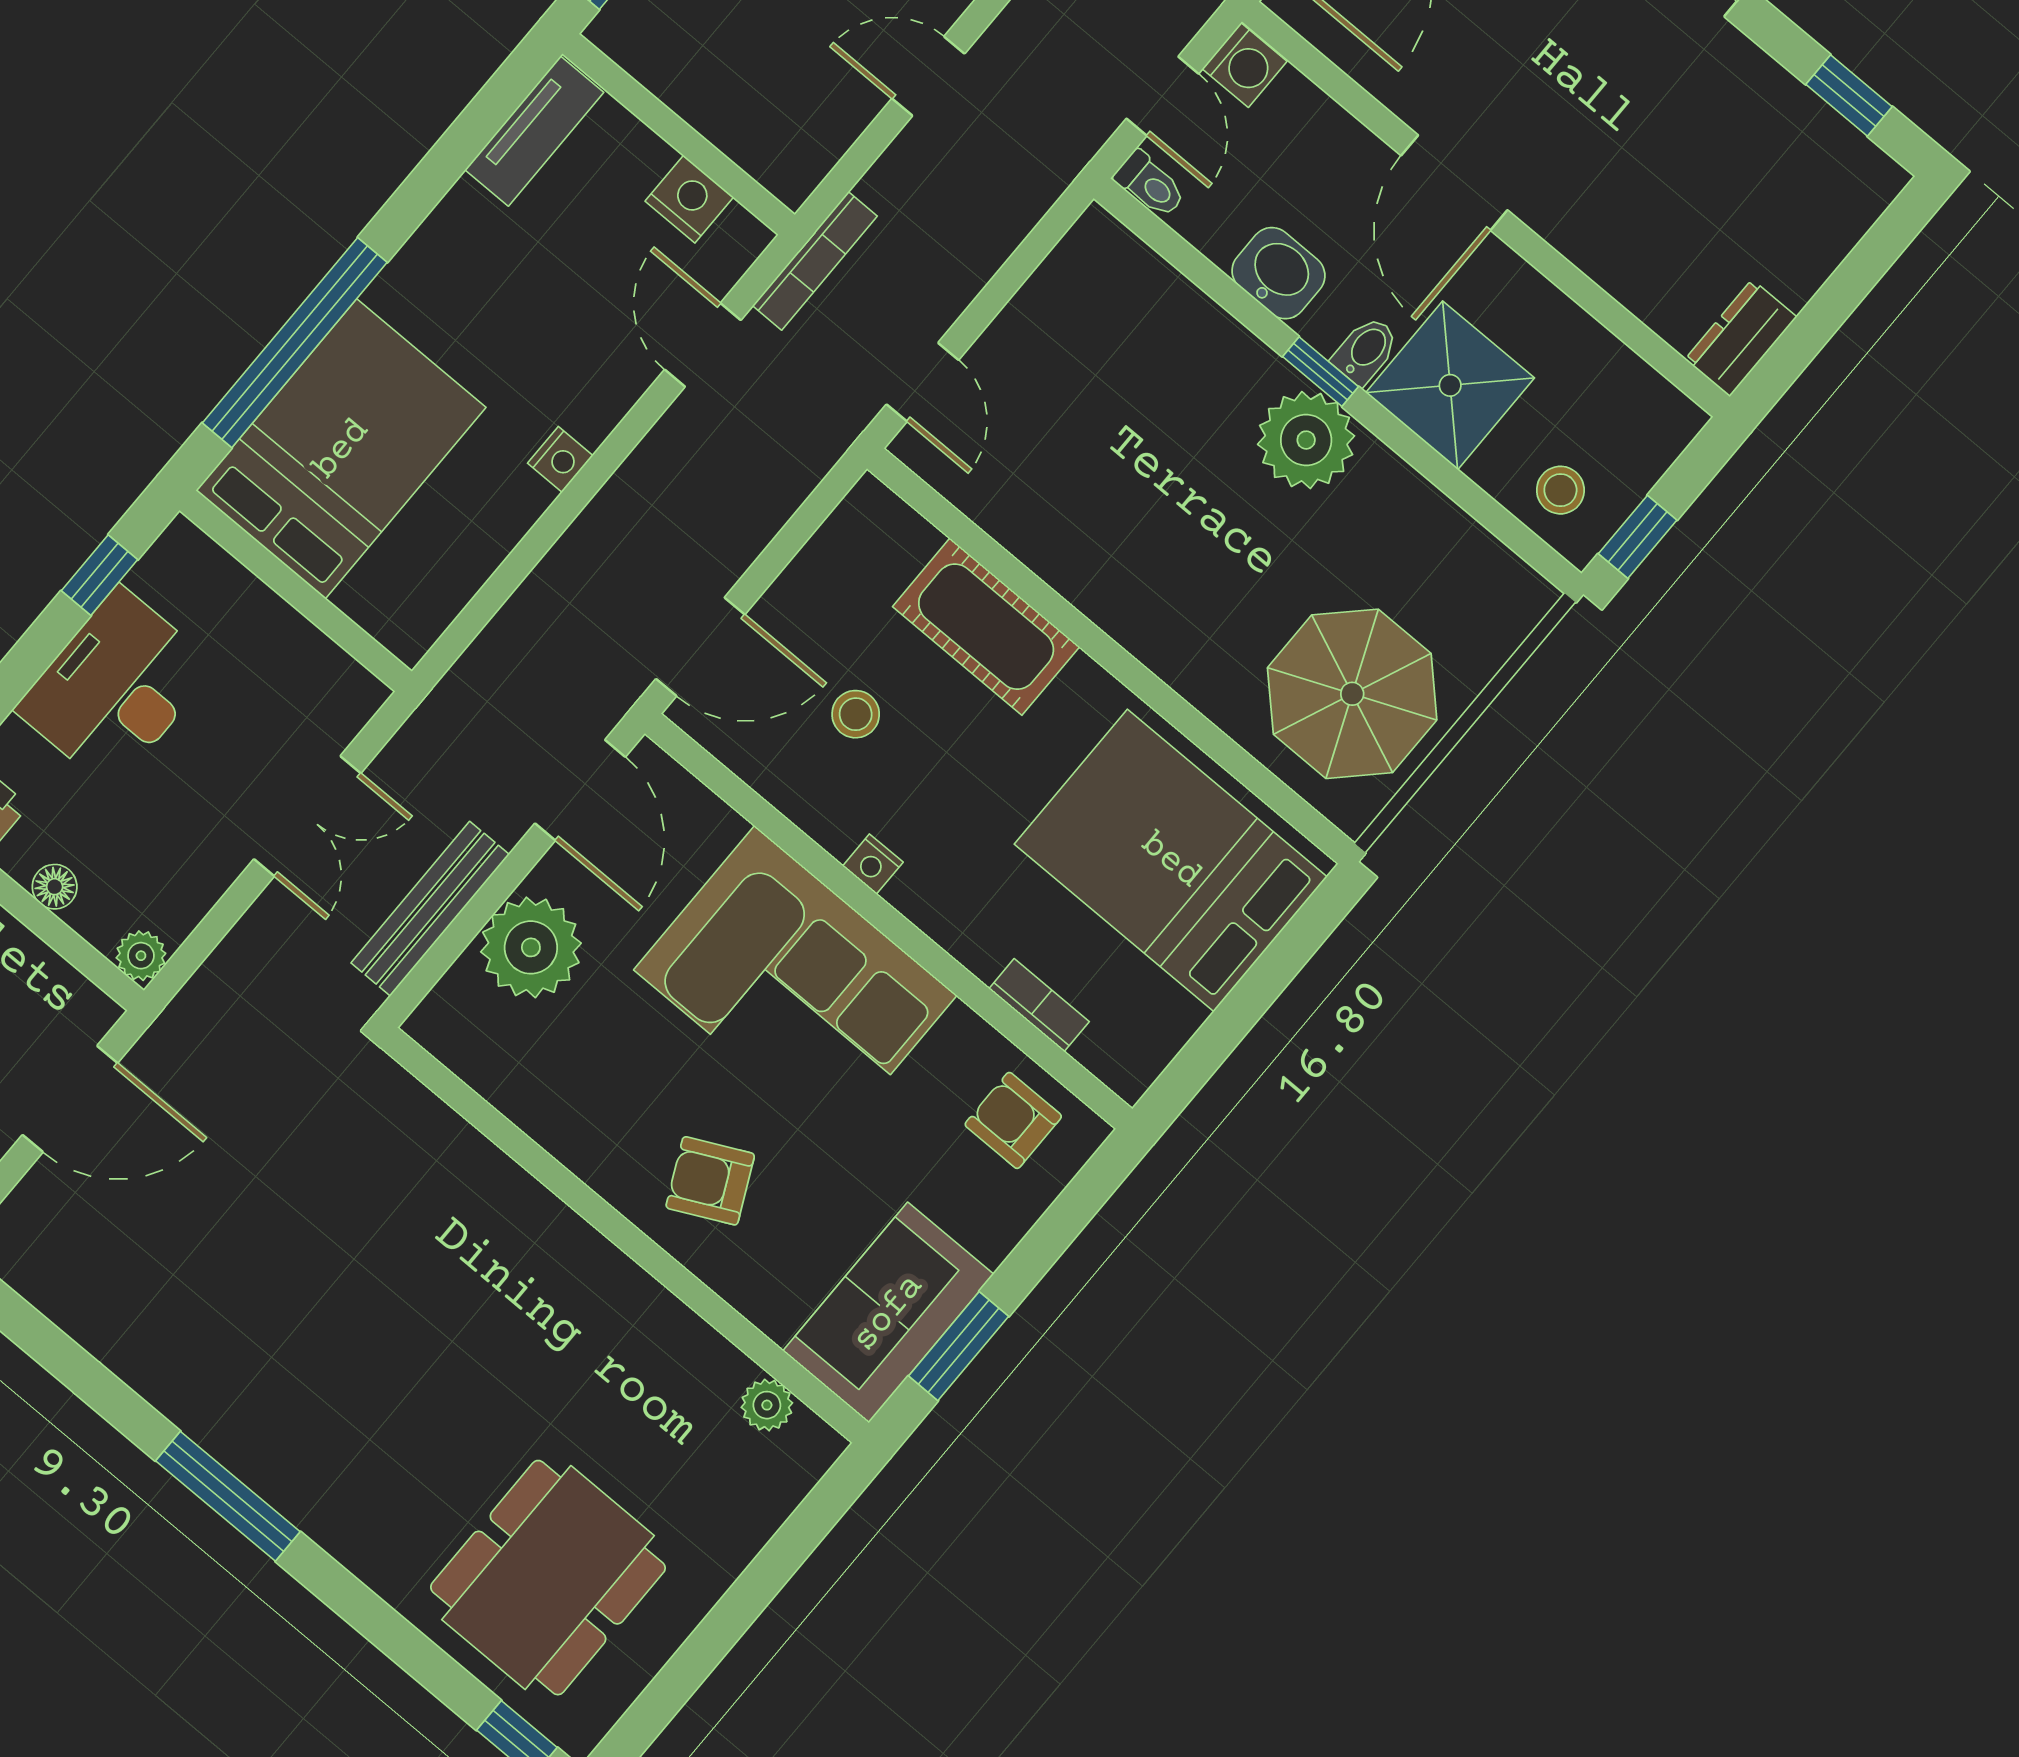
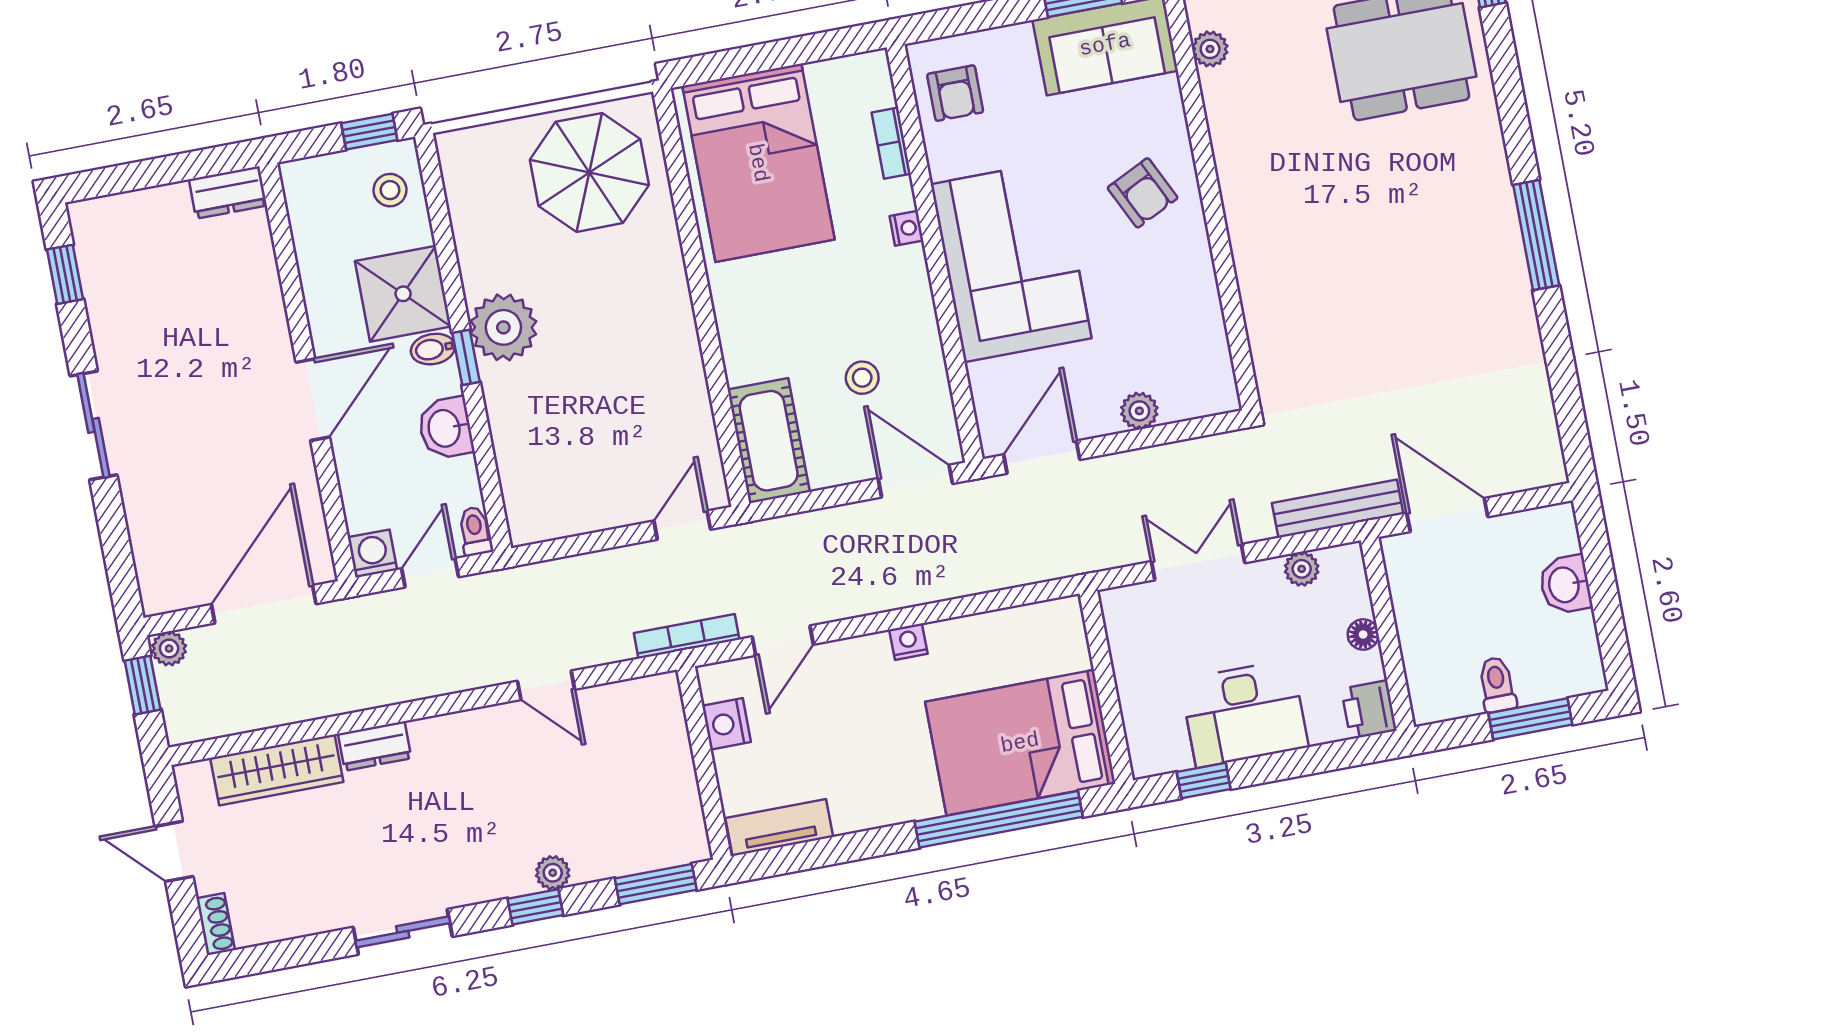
cot: (986, 627) -> (769, 441), moved
nightstand: (873, 864) -> (906, 228), moved
bench: (430, 909) -> (1338, 509), moved
plant: (531, 947) -> (1139, 411), width x0.53, depth x0.53
plant: (141, 956) -> (1302, 569), moved

